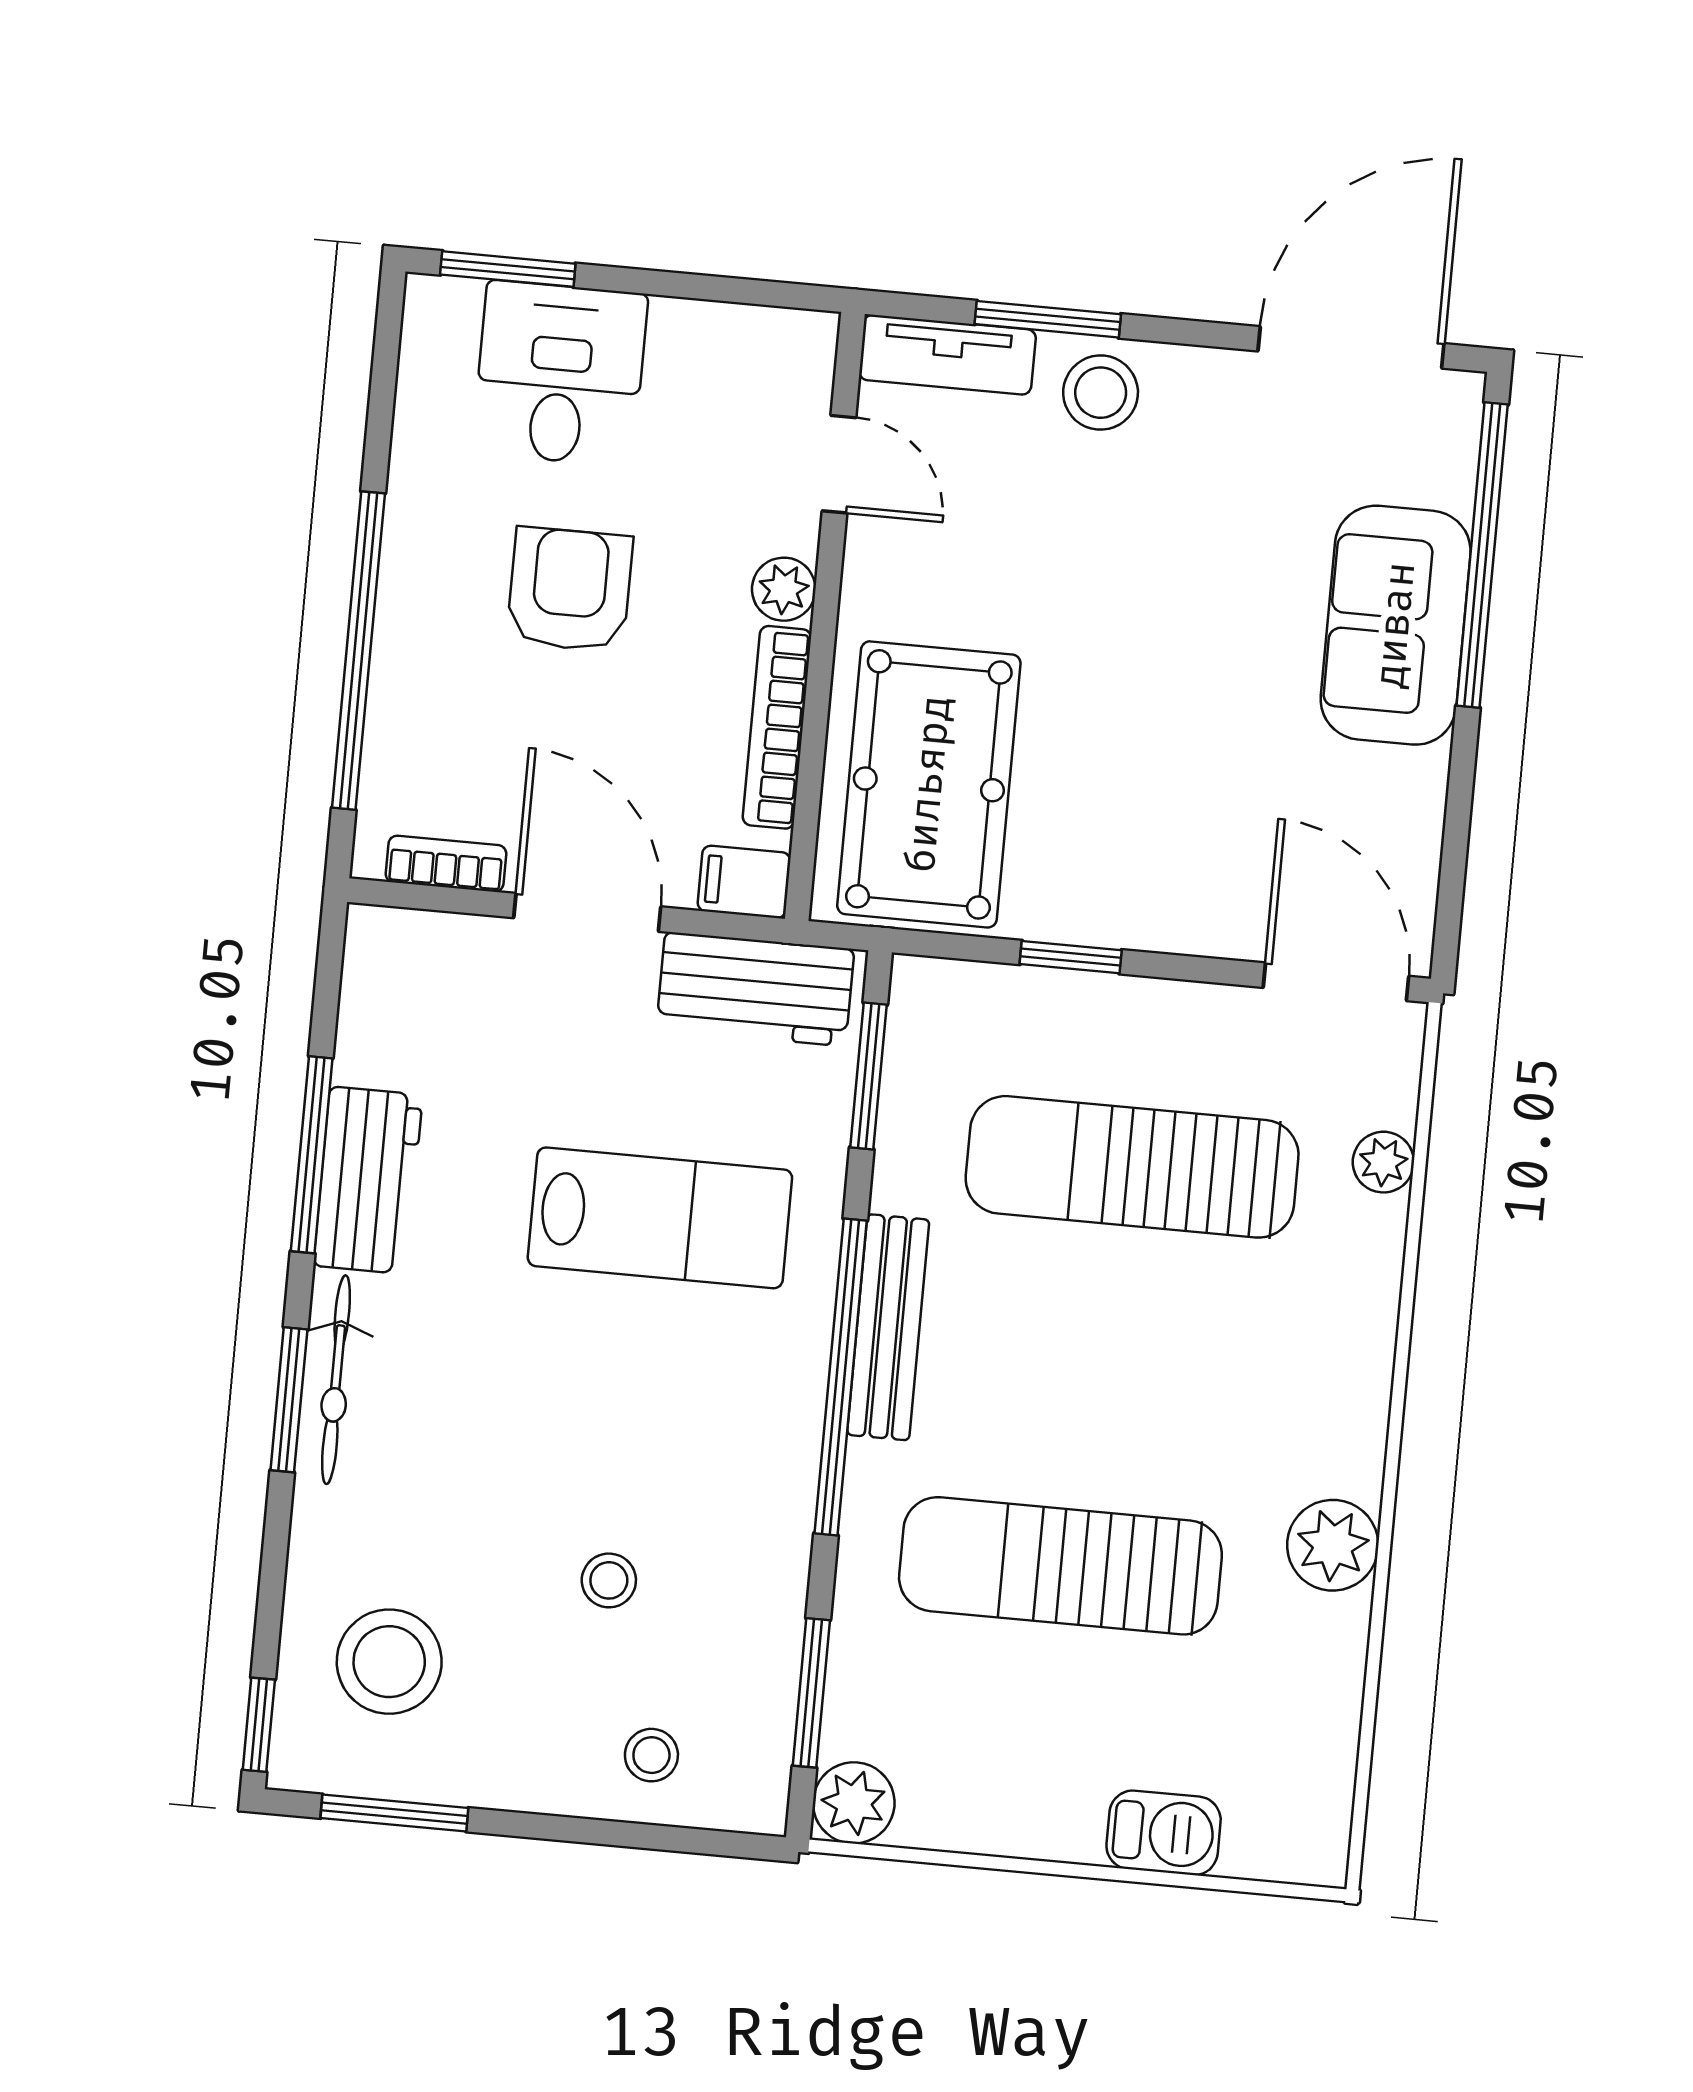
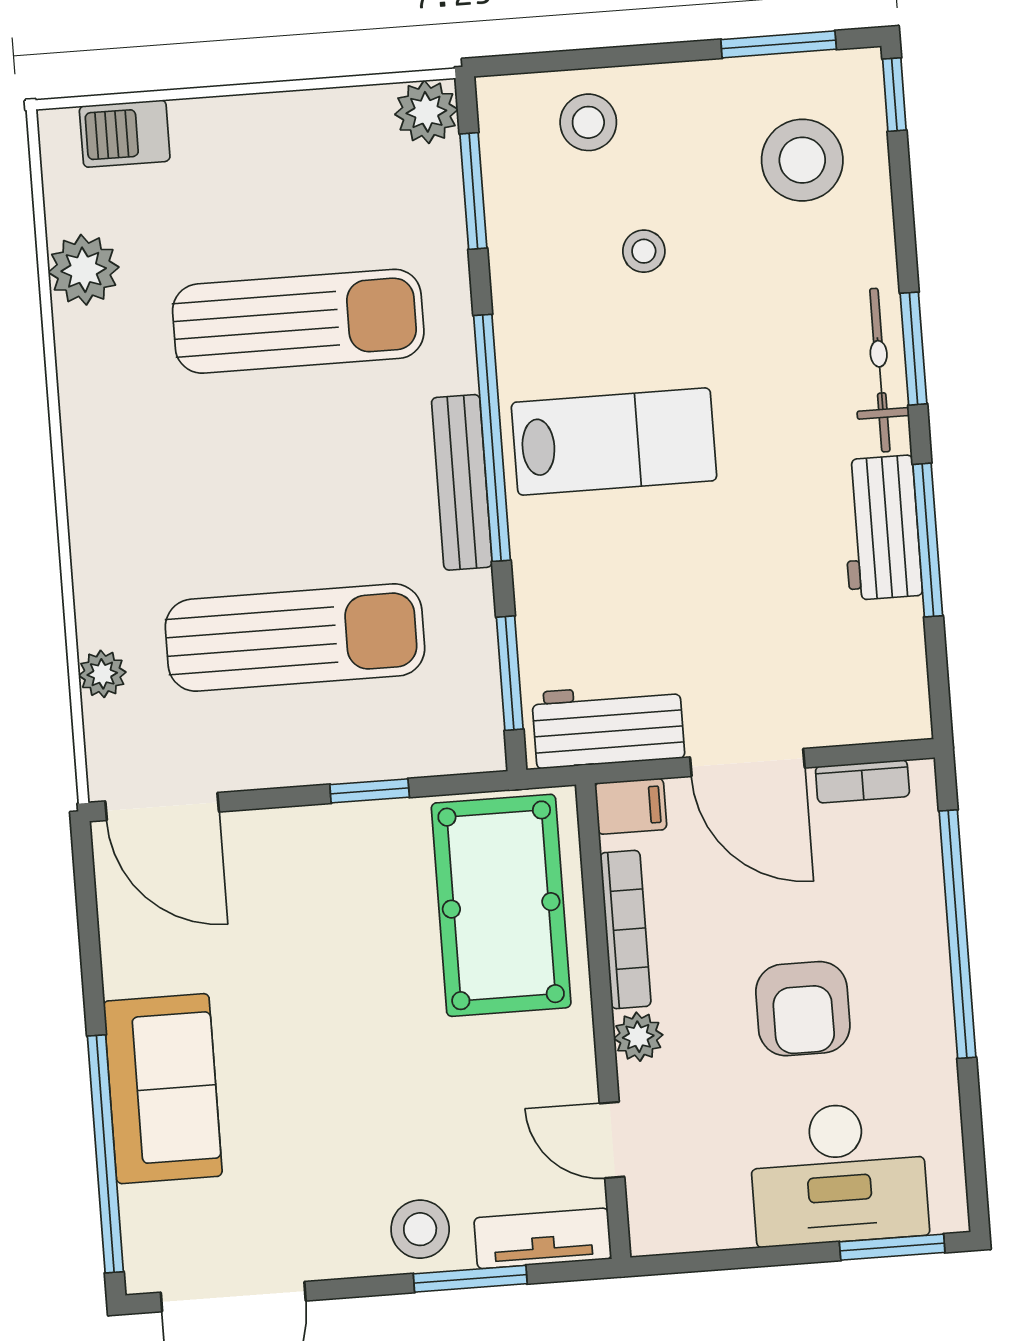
desk: (560, 373) -> (838, 1174), width x1.37
lab bench: (660, 1218) -> (614, 442), moved, turned 180
plant: (1333, 1545) -> (84, 270), moved
stool: (651, 1755) -> (588, 122), width x1.37, depth x1.37
barbecue: (1164, 1833) -> (125, 134), moved

